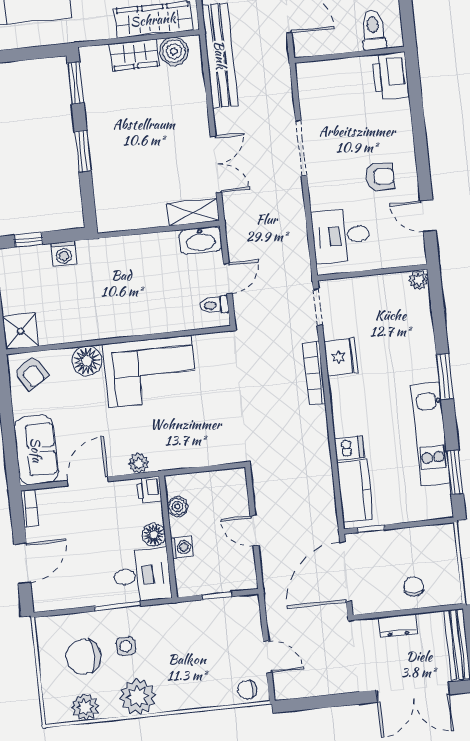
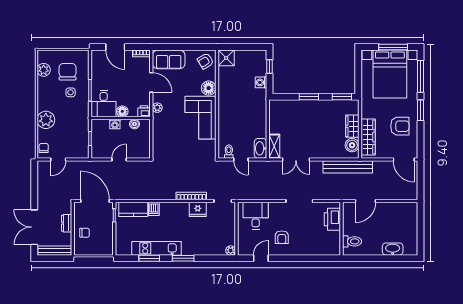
printer: (391, 76) -> (332, 219), moved, turned -90
window: (455, 472) -> (149, 258), moved
plant: (138, 697) -> (46, 120), moved

